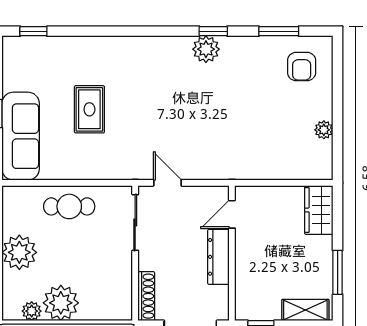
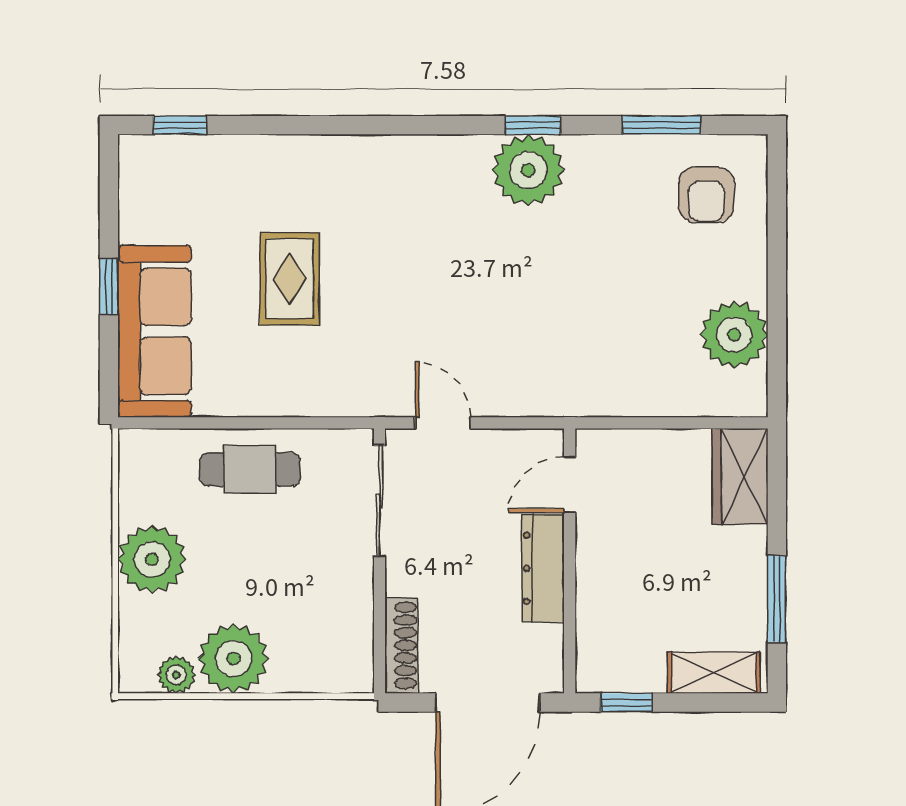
plant: (206, 49) -> (528, 170), width x1.36, depth x1.36
plant: (324, 130) -> (734, 335), width x1.87, depth x1.87

